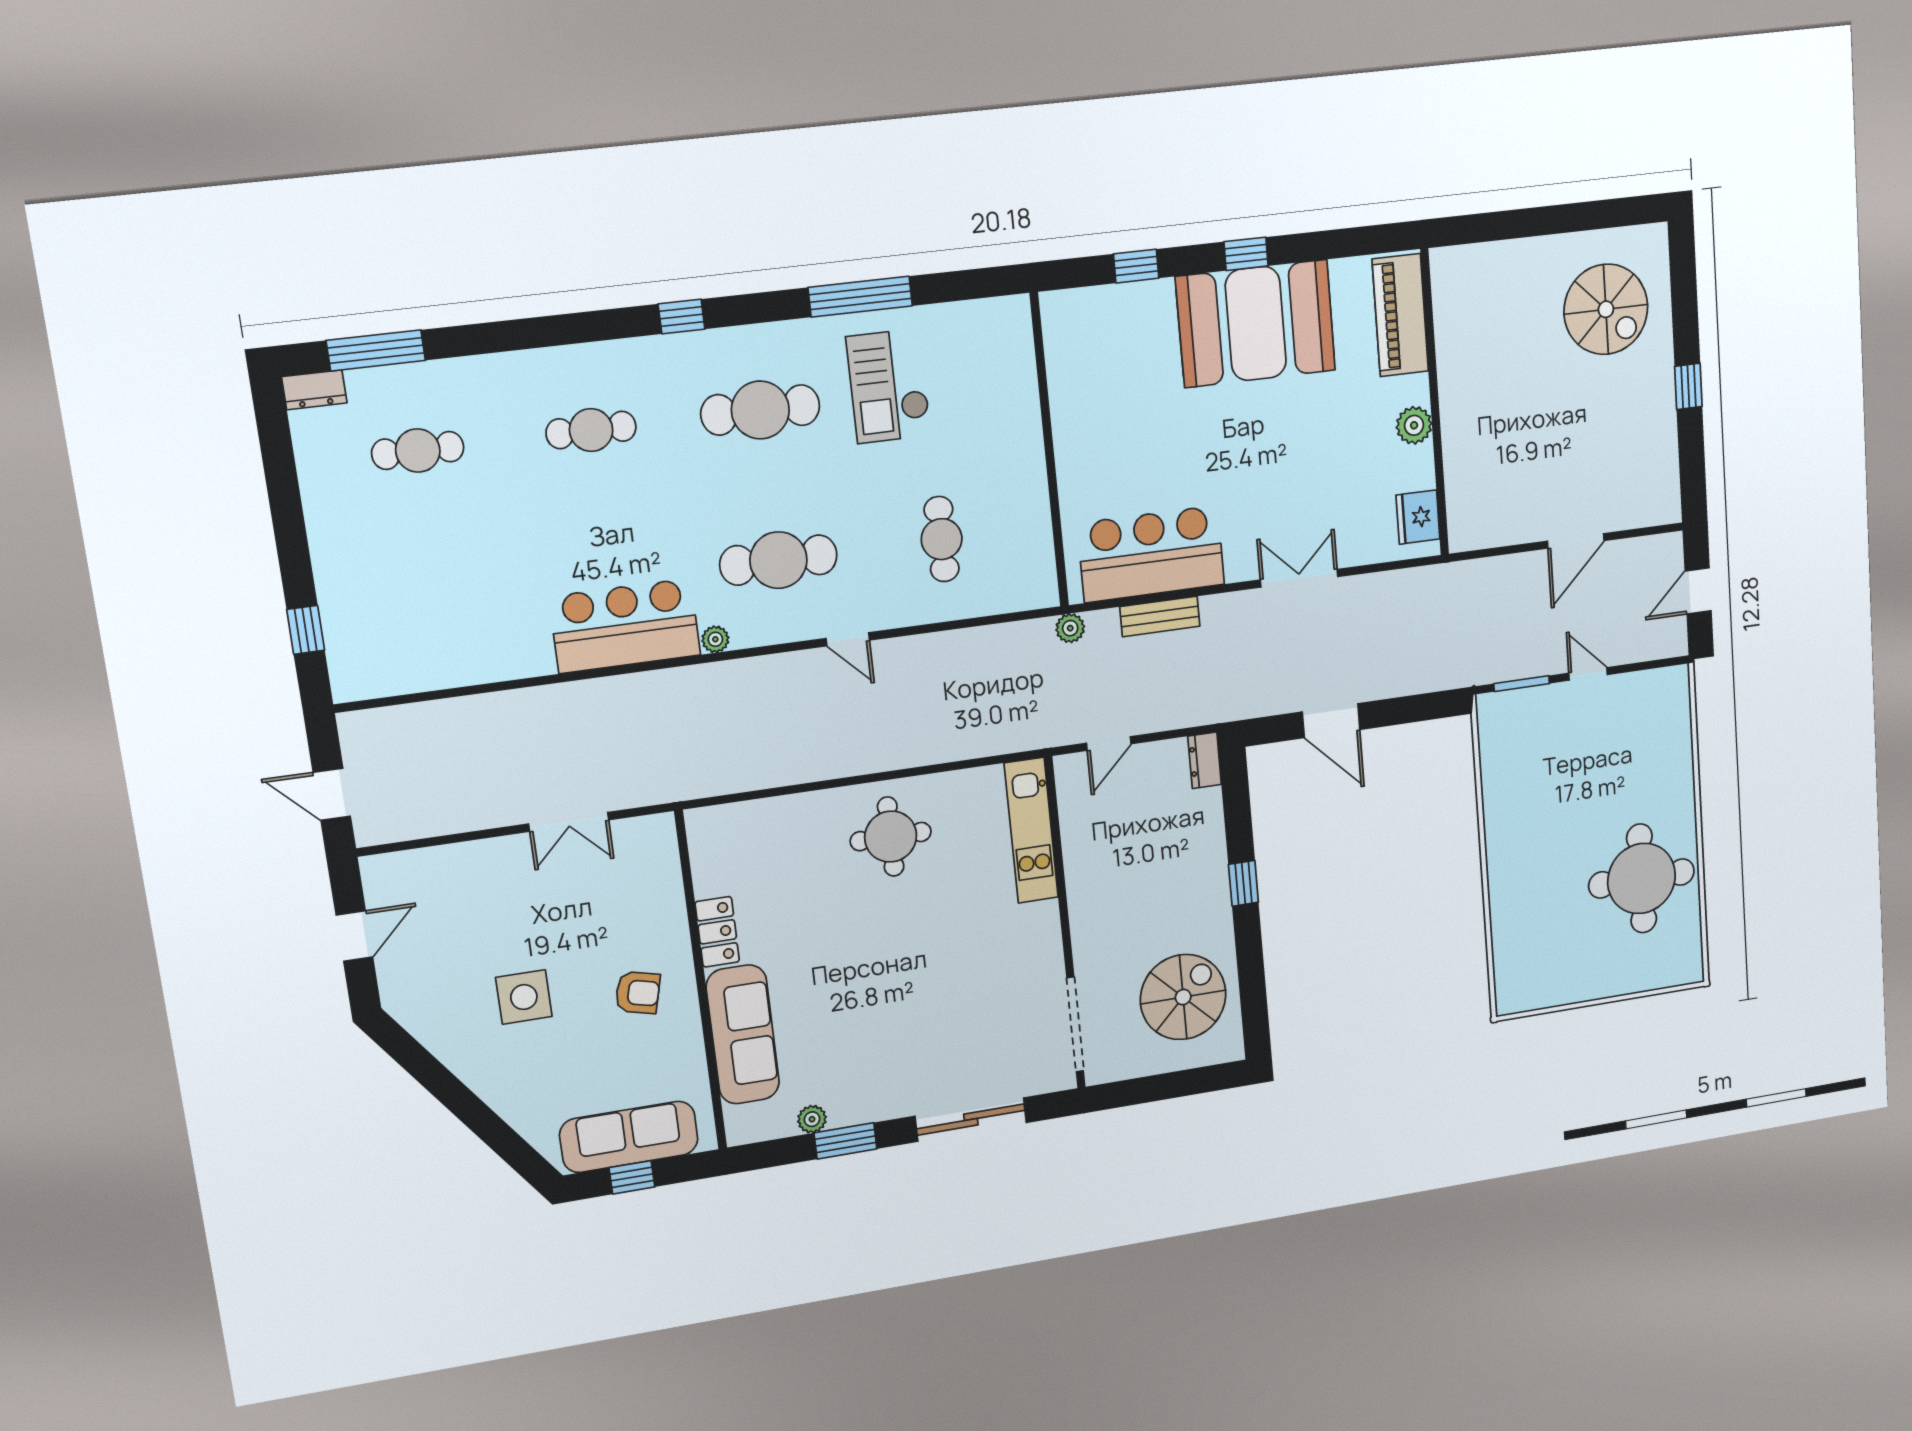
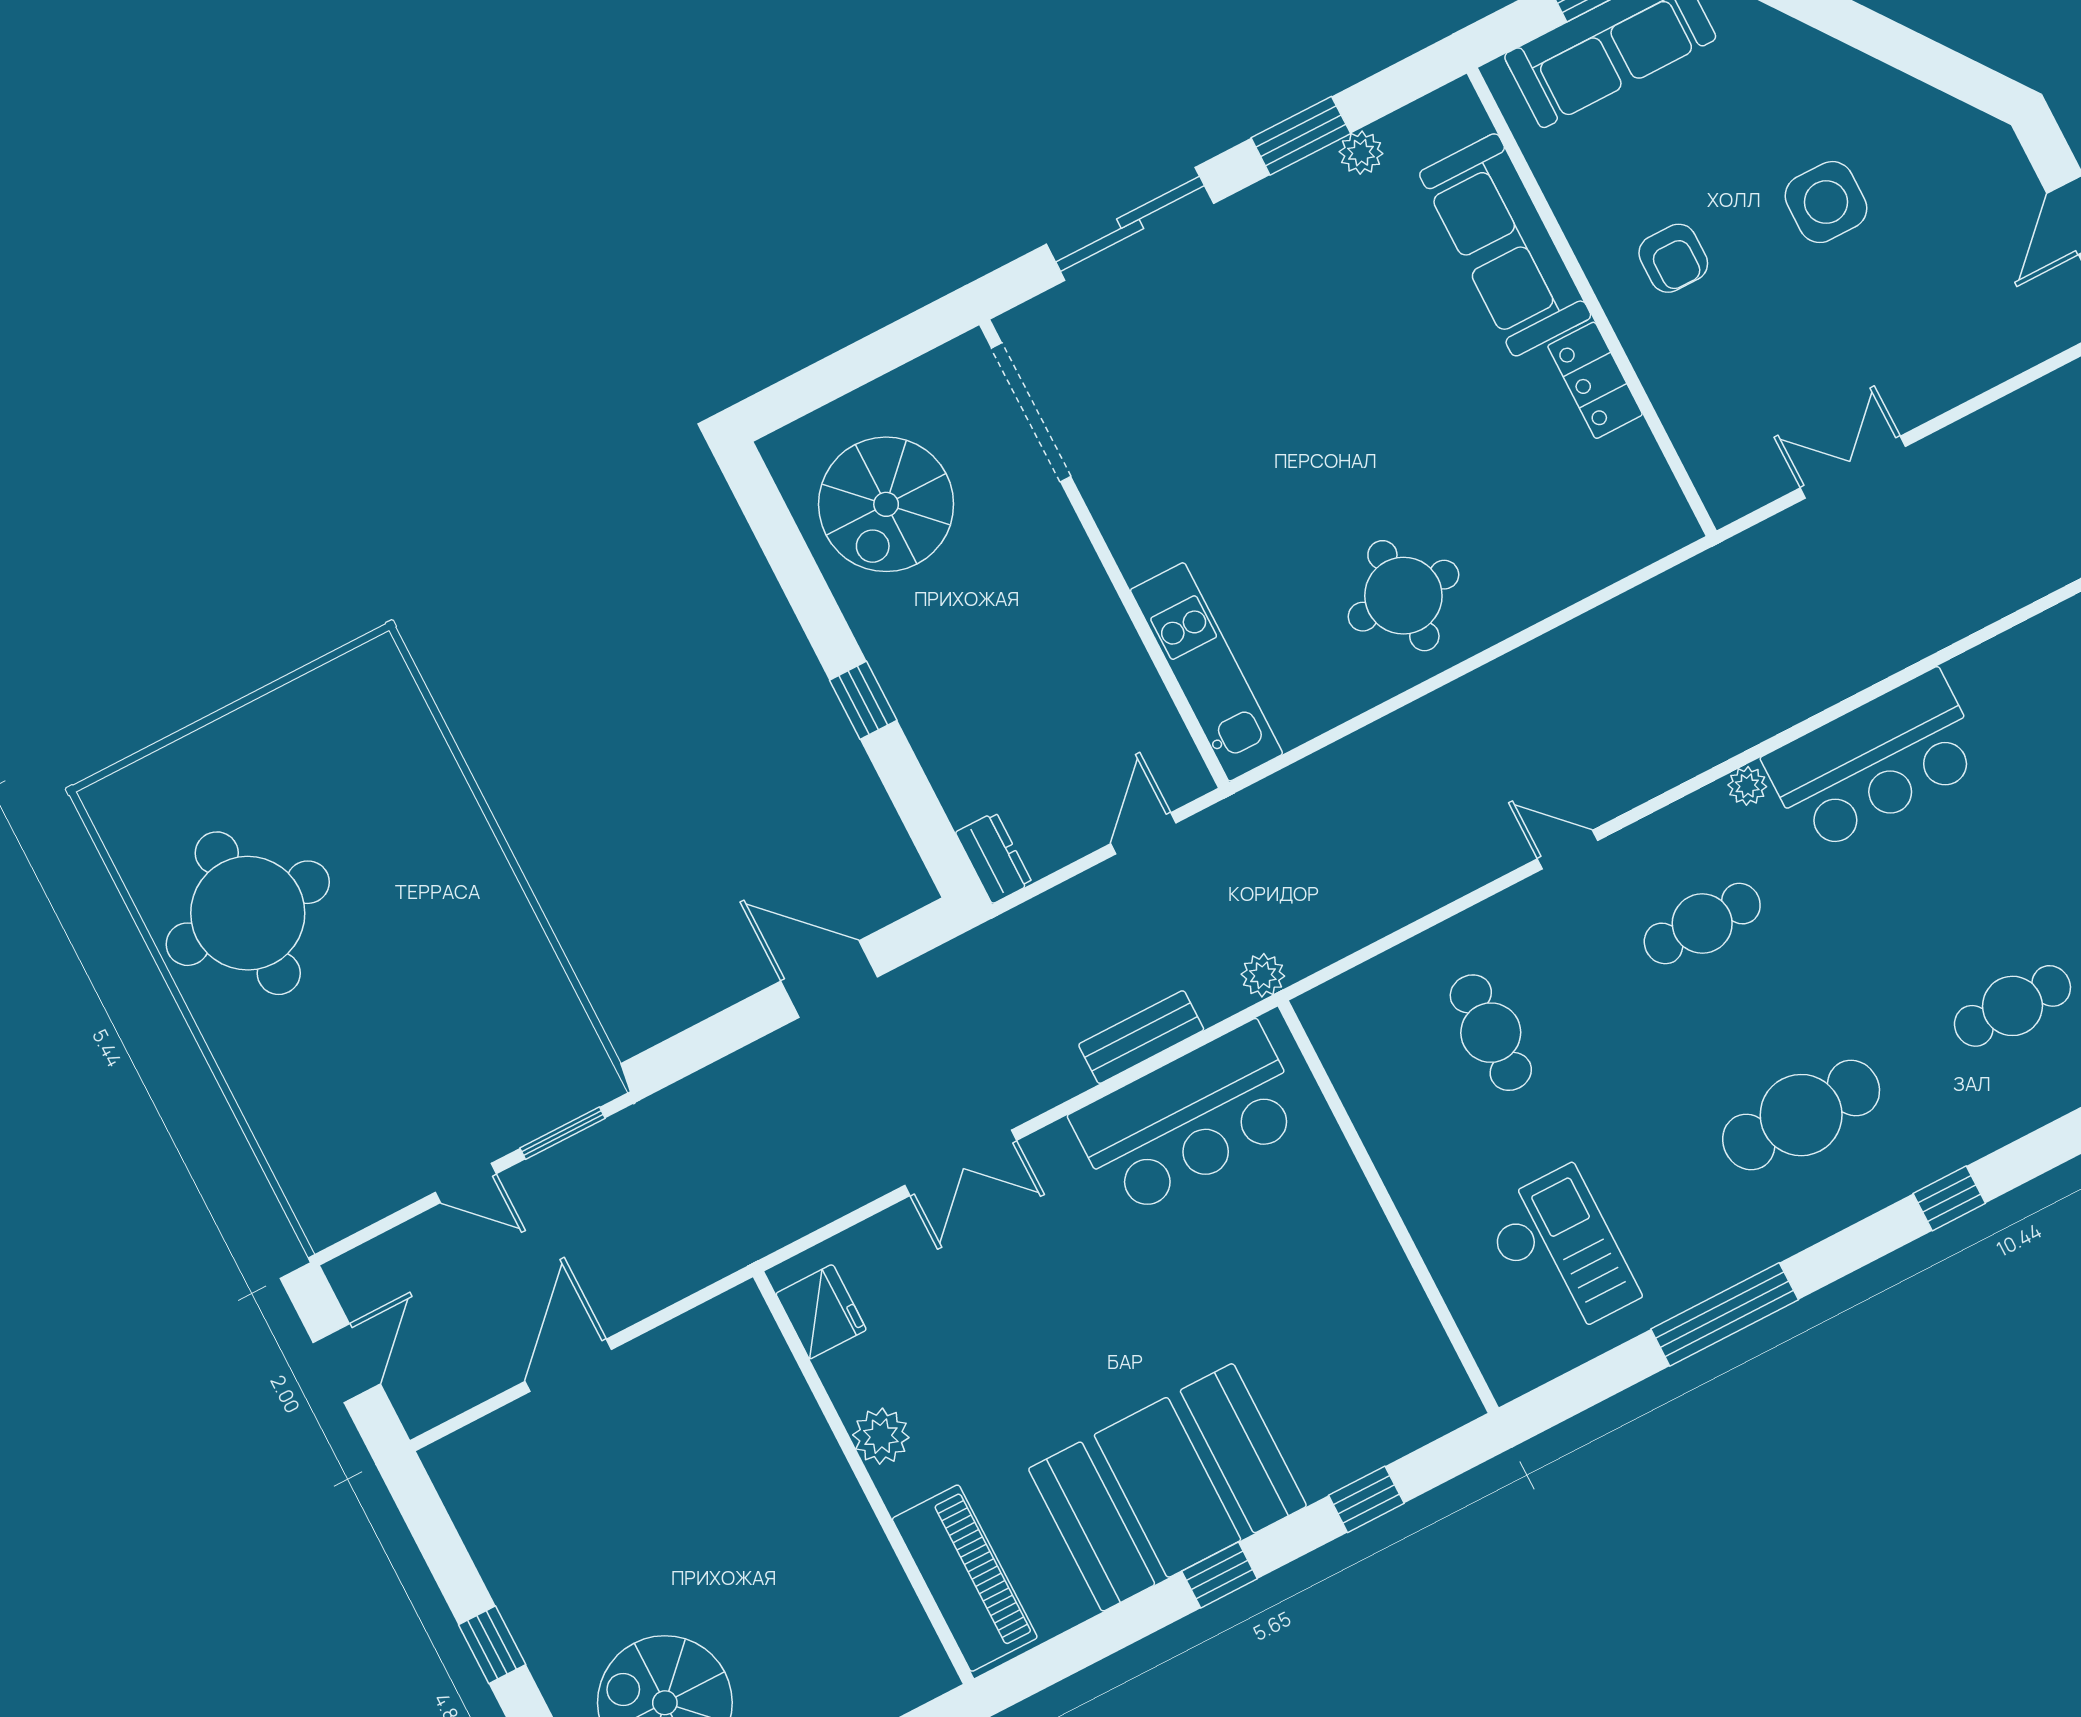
checkout: (889, 386) -> (1560, 1254), moved
cafe table: (778, 560) -> (1702, 924), width x0.73, depth x0.74
armchair: (638, 993) -> (1673, 258), turned -104

